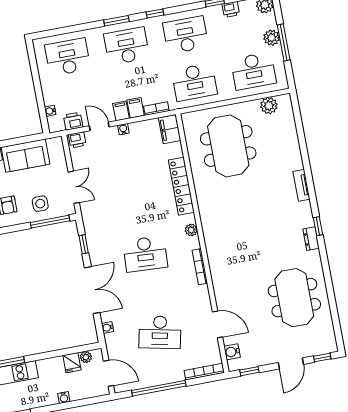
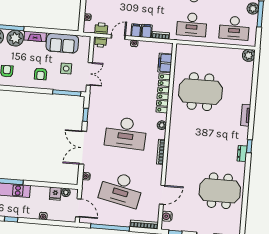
plant: (269, 106) -> (249, 55), moved
door: (99, 126) -> (118, 37), hinge flipped
filing cabinet: (170, 129) -> (165, 63), moved
meeting table: (228, 146) -> (200, 92), moved, turned 90
side table: (40, 204) -> (66, 69), moved
desk: (145, 254) -> (126, 133), width x1.36, depth x1.30
double door: (92, 290) -> (83, 148), swing flipped
meeting table: (294, 298) -> (220, 191), turned 90
door: (217, 324) -> (162, 195), hinge flipped
desk: (160, 332) -> (121, 189), width x1.36, depth x1.30

